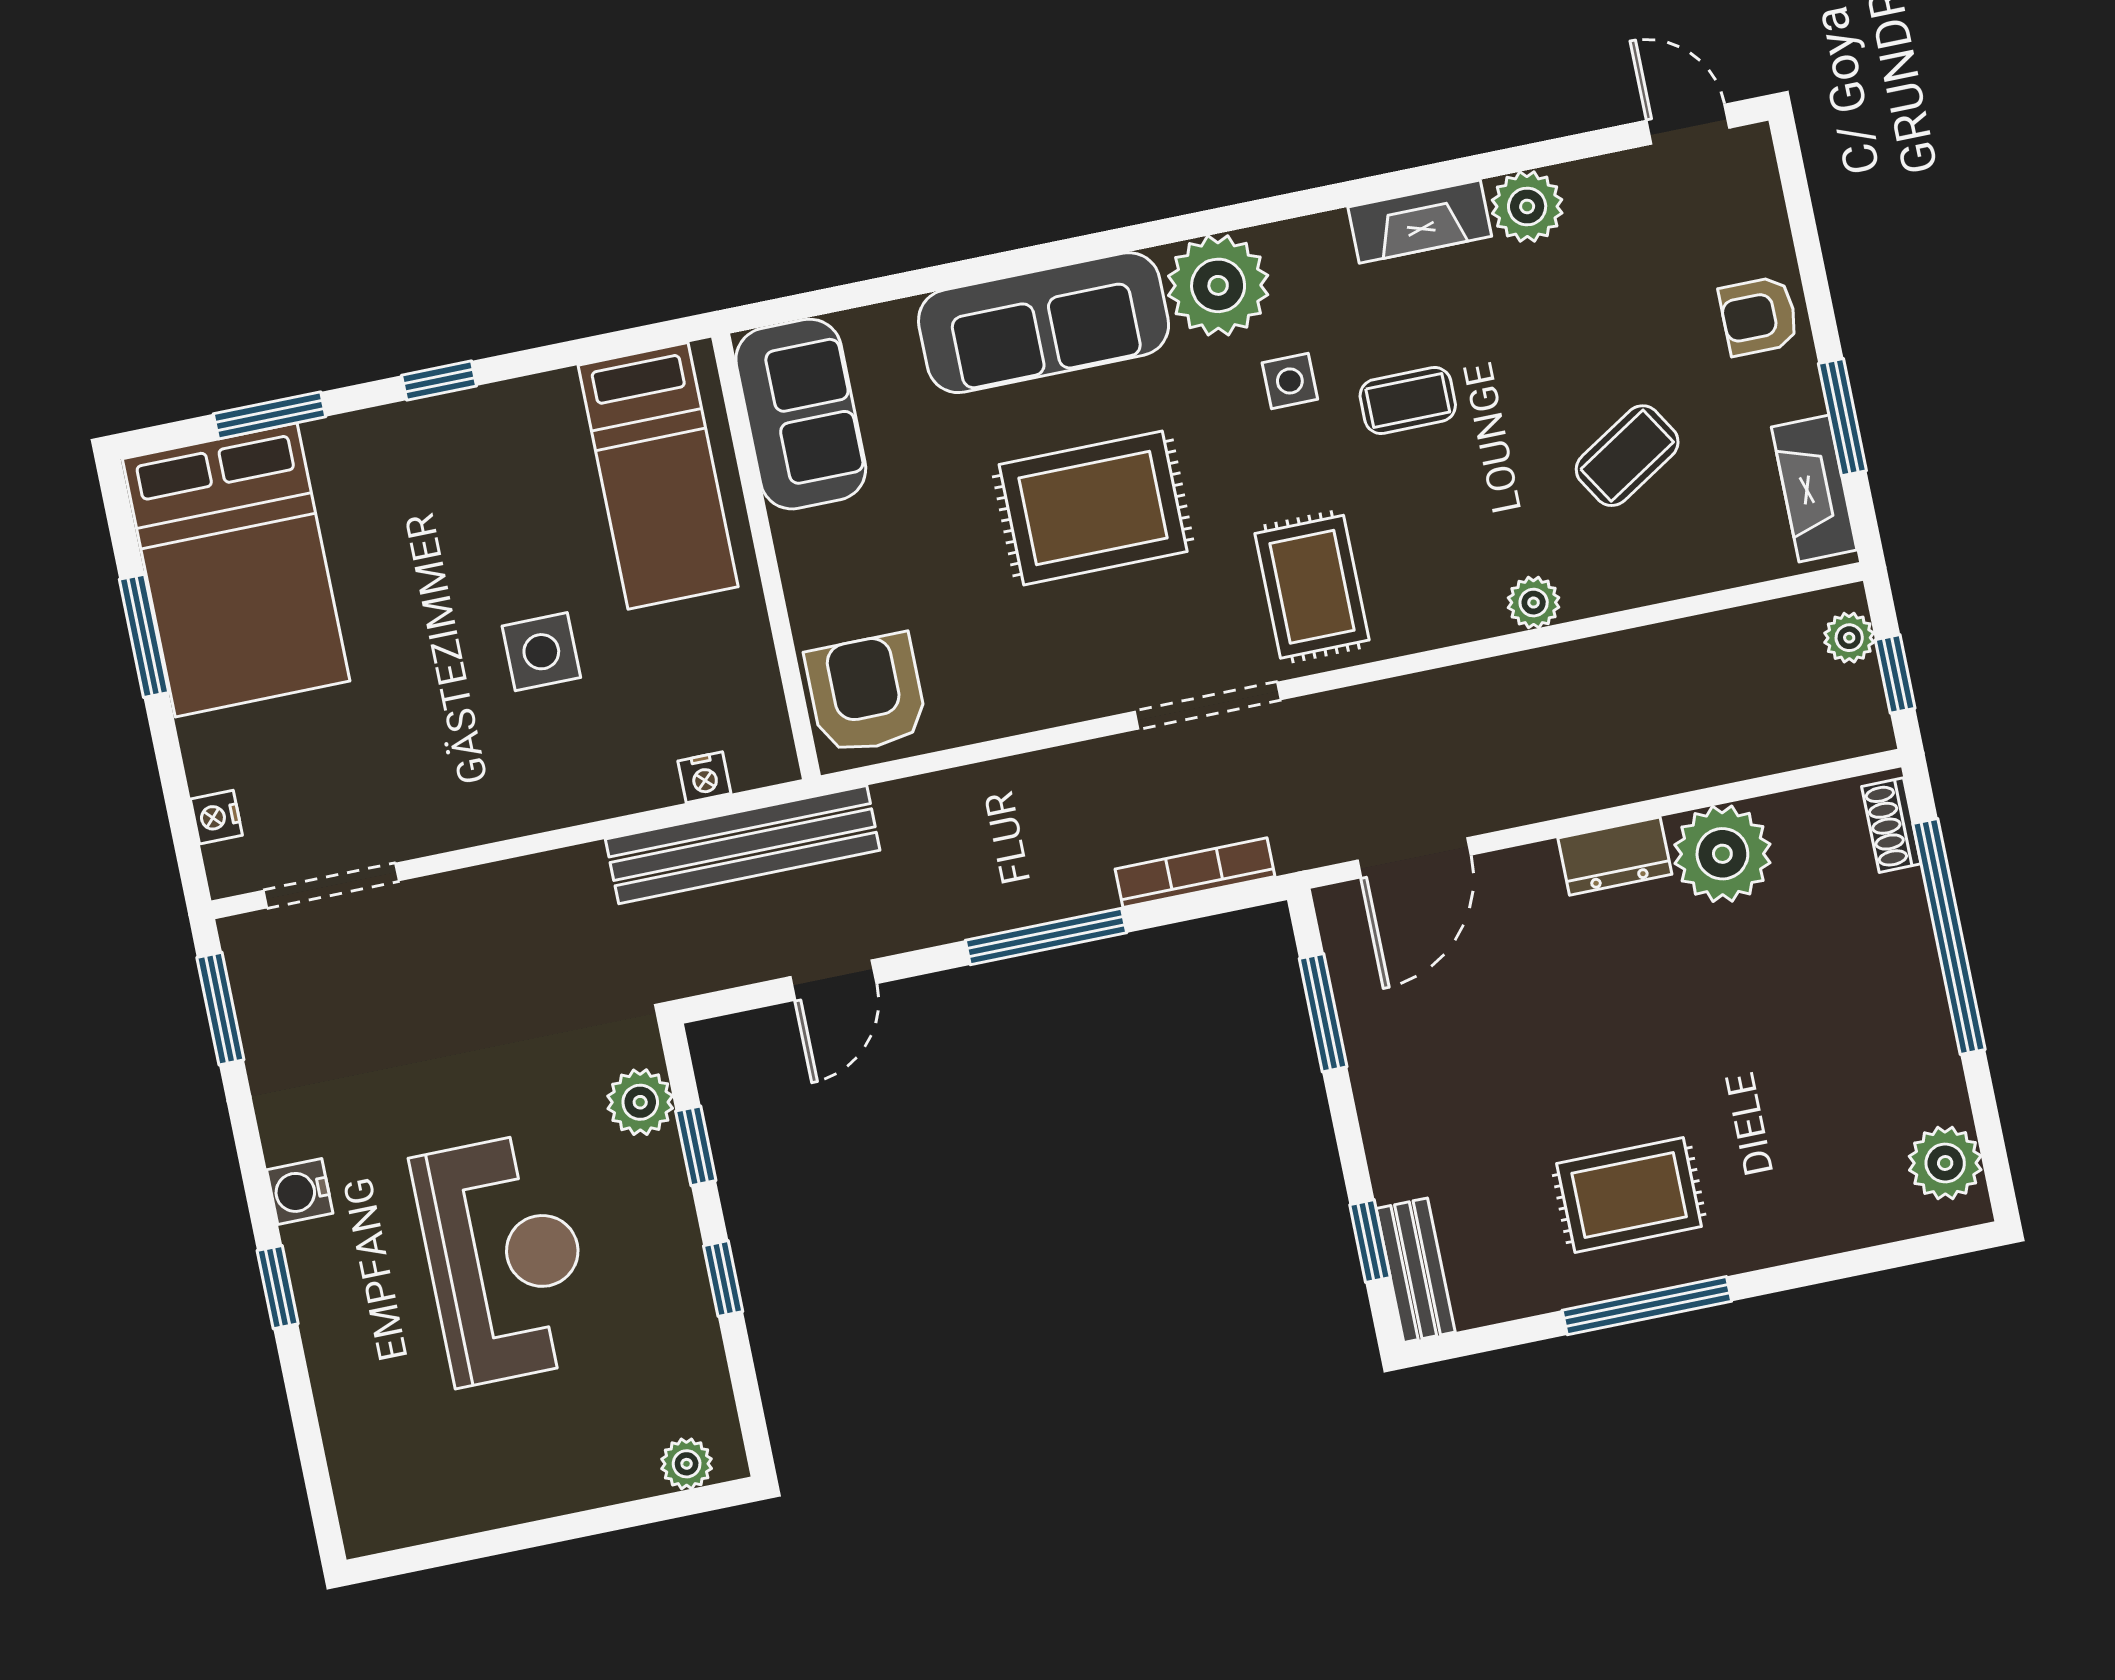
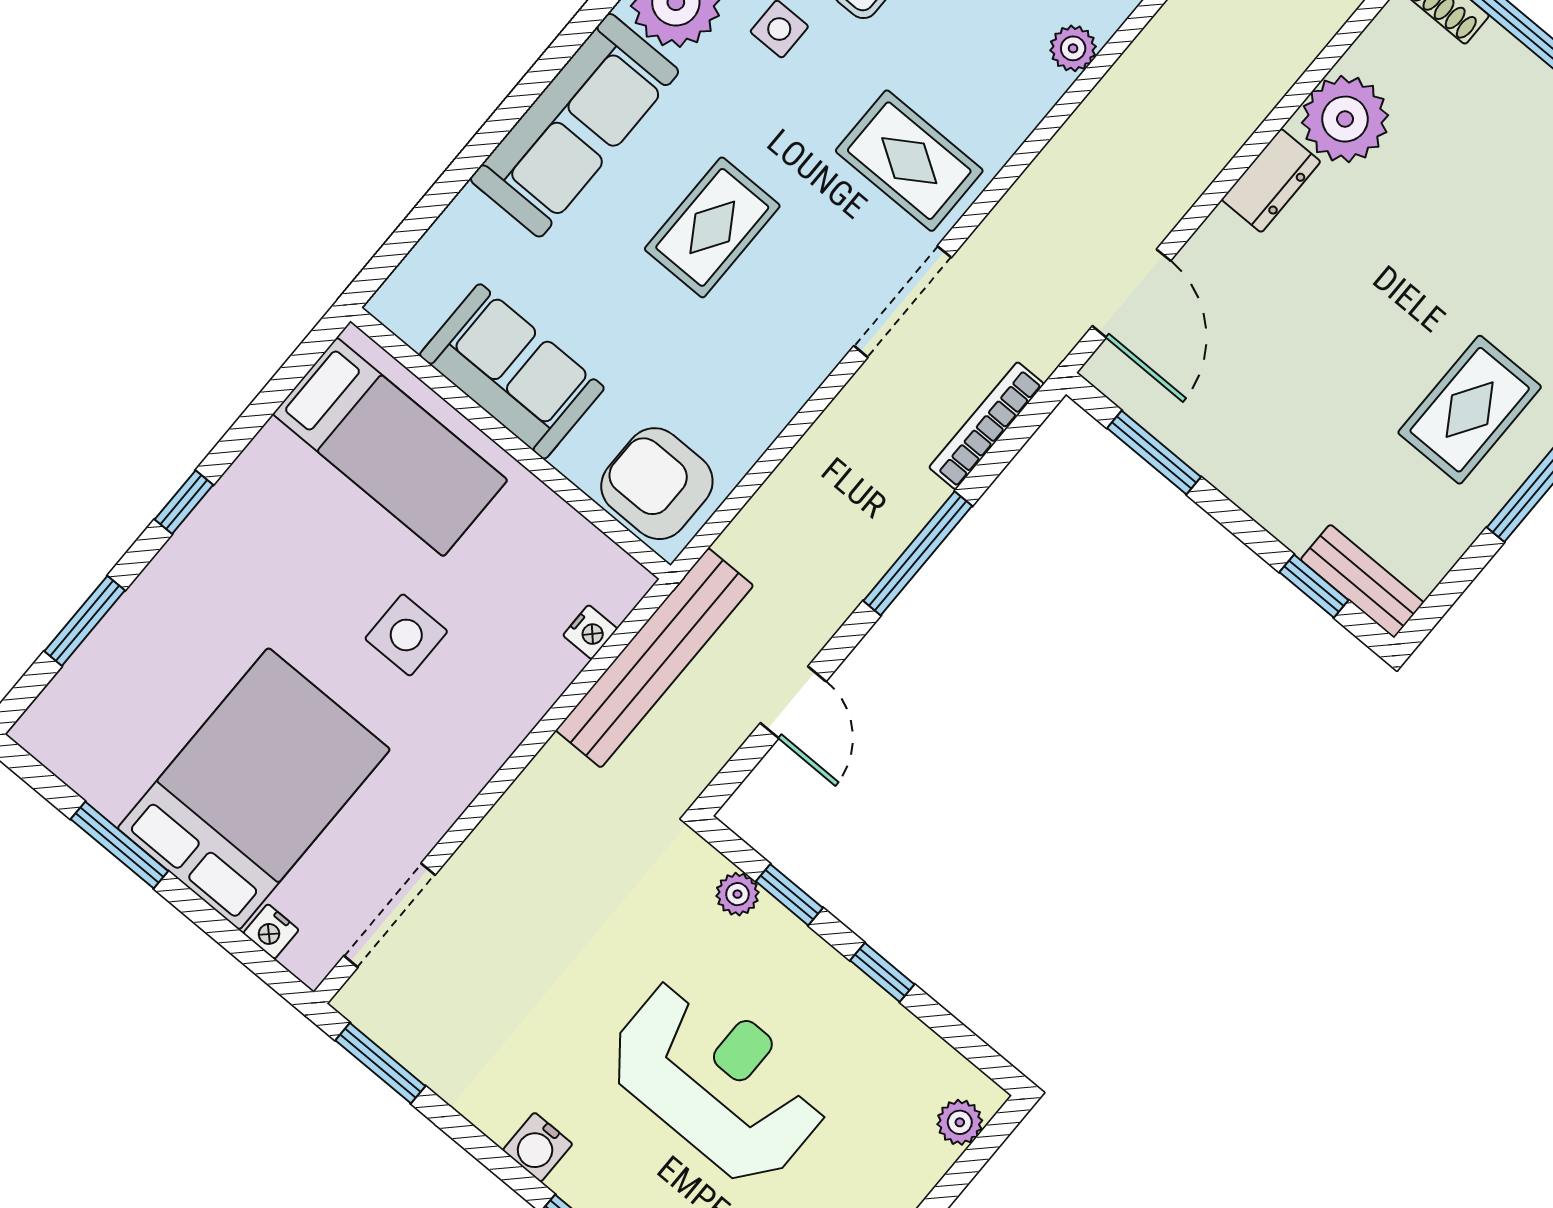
sofa: (801, 414) -> (512, 371), moved
rug: (1093, 508) -> (712, 227), width x0.73, depth x0.70
bed: (236, 570) -> (254, 789), moved, turned -90
plant: (640, 1102) -> (737, 894), width x0.73, depth x0.73

